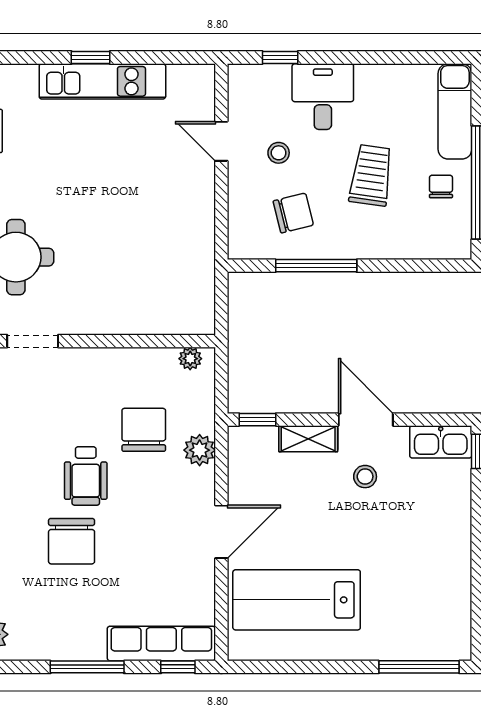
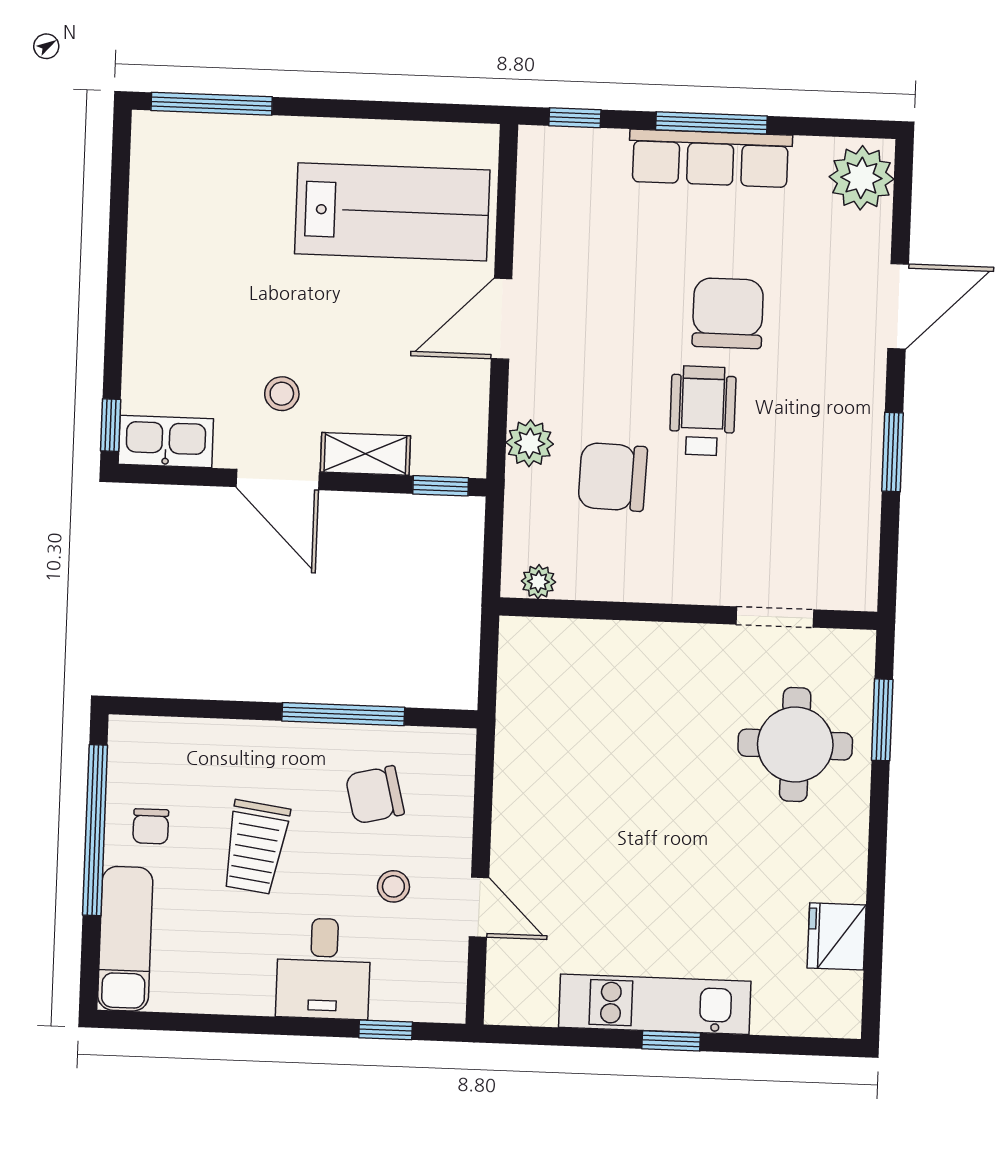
chair: (144, 430) -> (613, 477), turned 92
row of seats: (161, 643) -> (710, 158), moved

